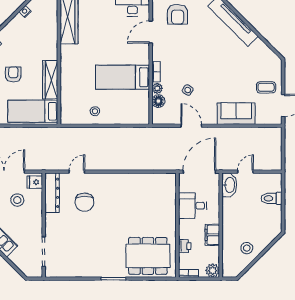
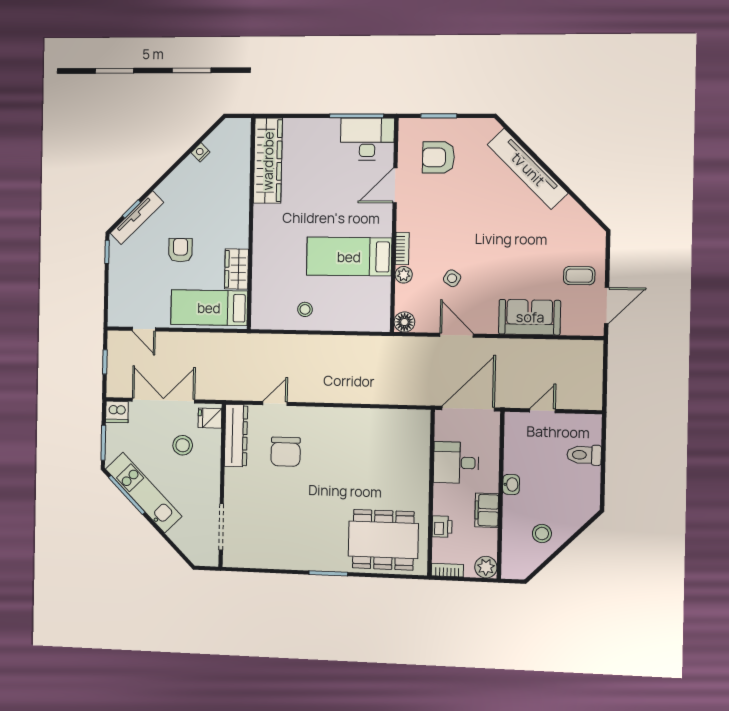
armchair: (178, 14) -> (438, 157), turned 90
wardrobe: (50, 80) -> (237, 269), width x0.67
floor lamp: (158, 101) -> (404, 322), moved
washbasin: (229, 185) -> (511, 484), moved, width x0.52, depth x0.69

